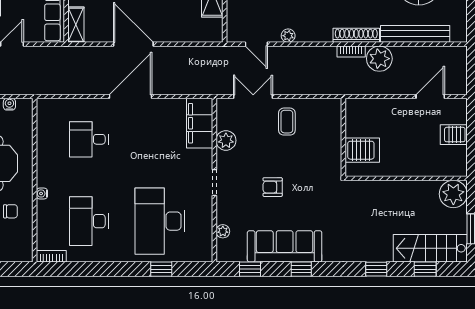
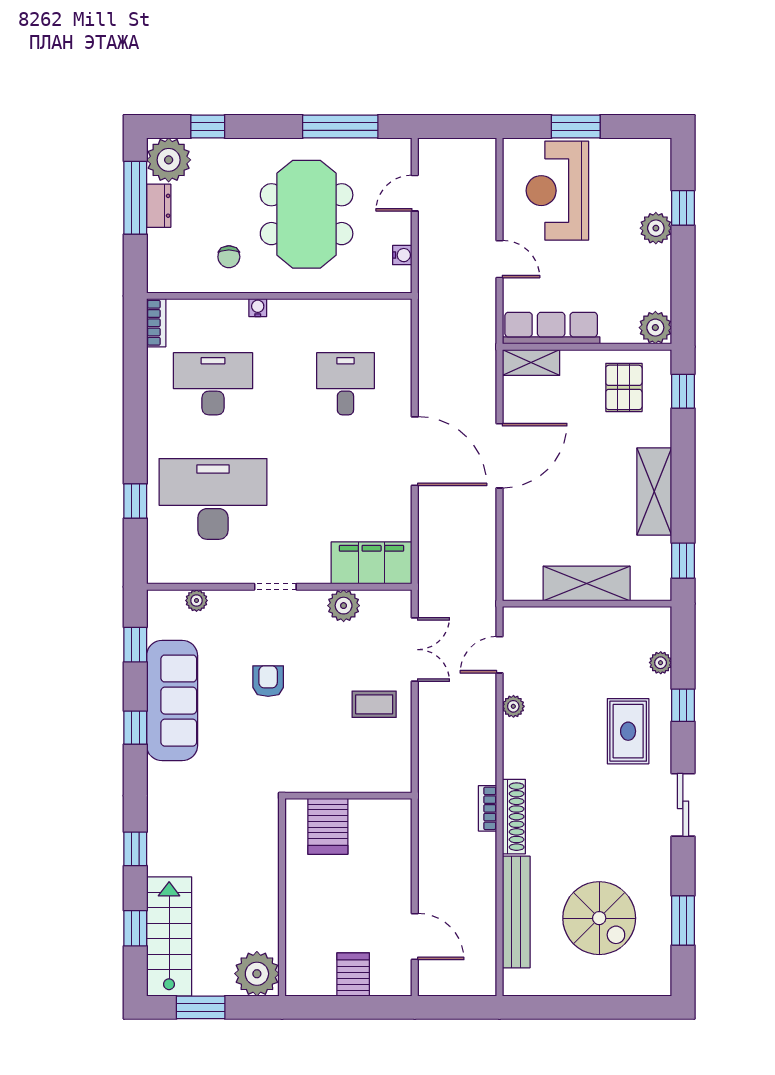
plant: (379, 59) -> (476, 854), removed

